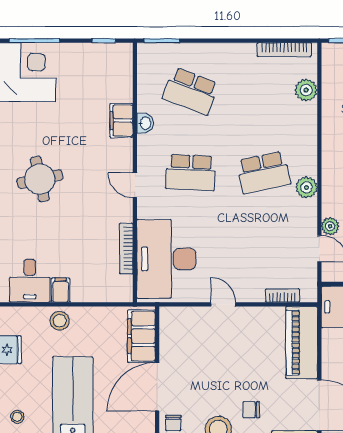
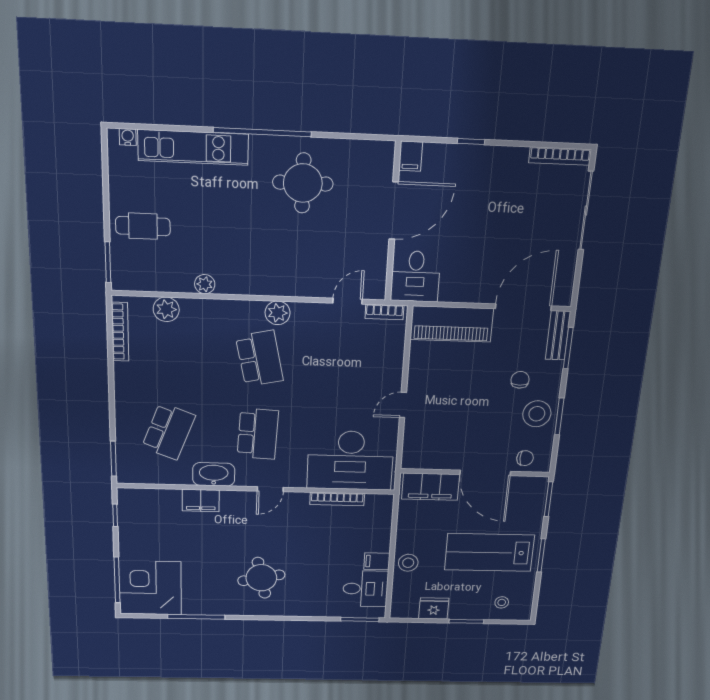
washbasin: (145, 123) -> (214, 474), width x1.91, depth x1.45
plant: (330, 226) -> (205, 284), moved
bookcase: (282, 296) -> (384, 312), moved, turned -90
chair: (251, 410) -> (520, 380), turned 180

